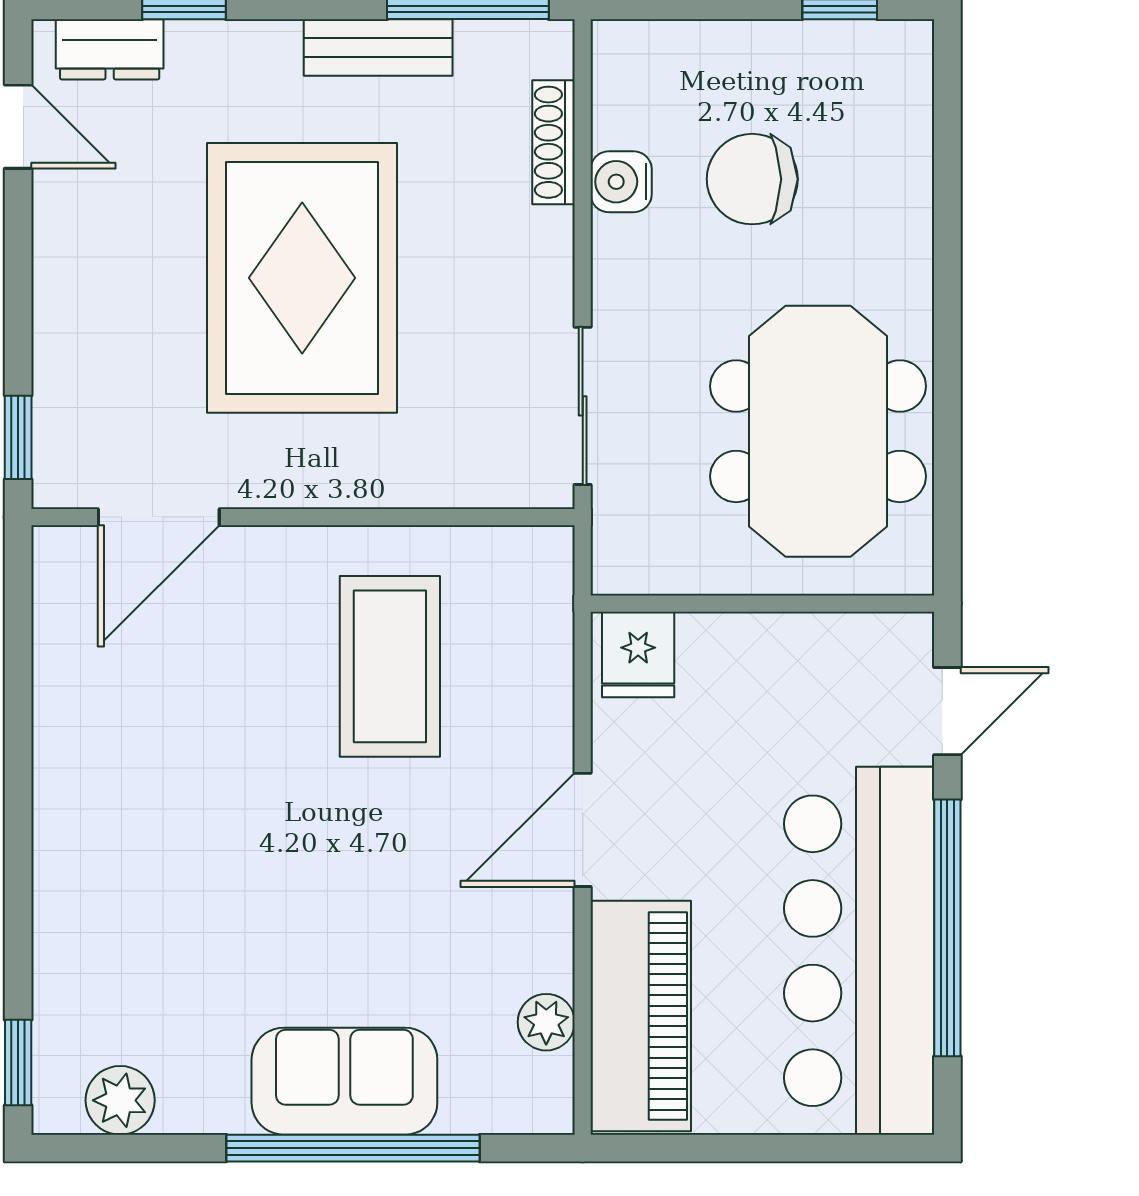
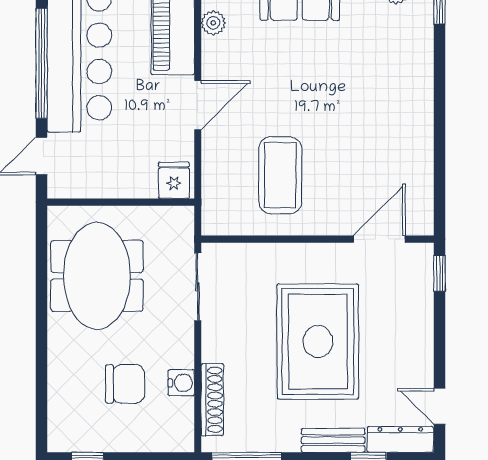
bench: (378, 47) -> (333, 440), moved
dresser: (110, 49) -> (400, 439), width x1.44
shoe rack: (553, 142) -> (212, 400), width x1.36, depth x1.24

